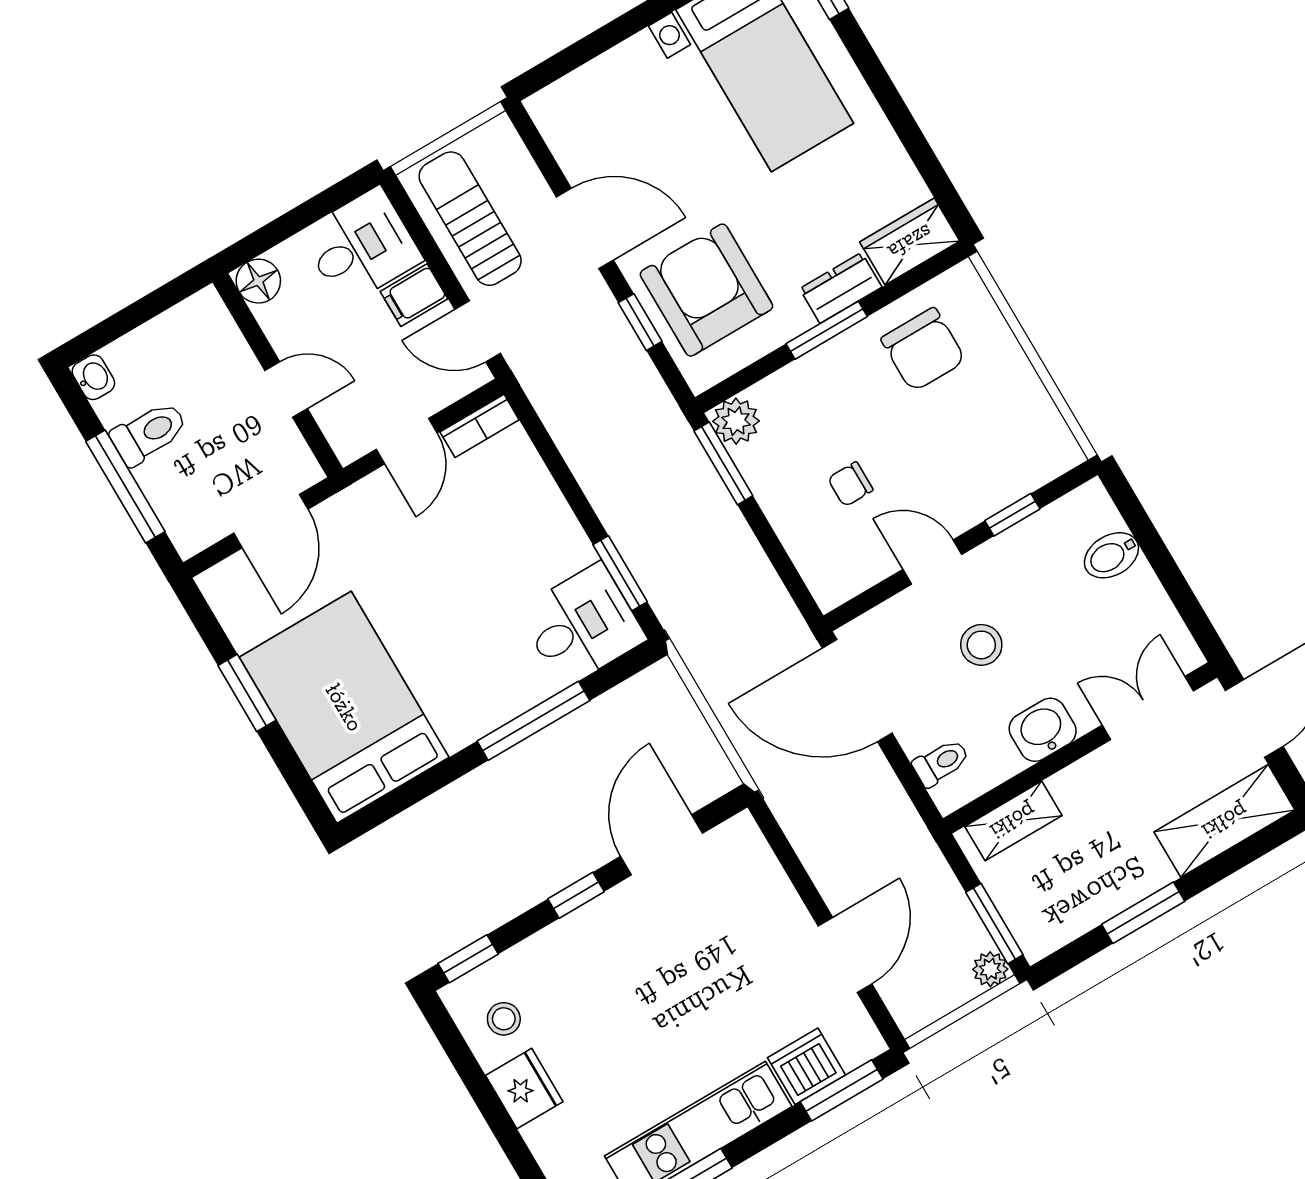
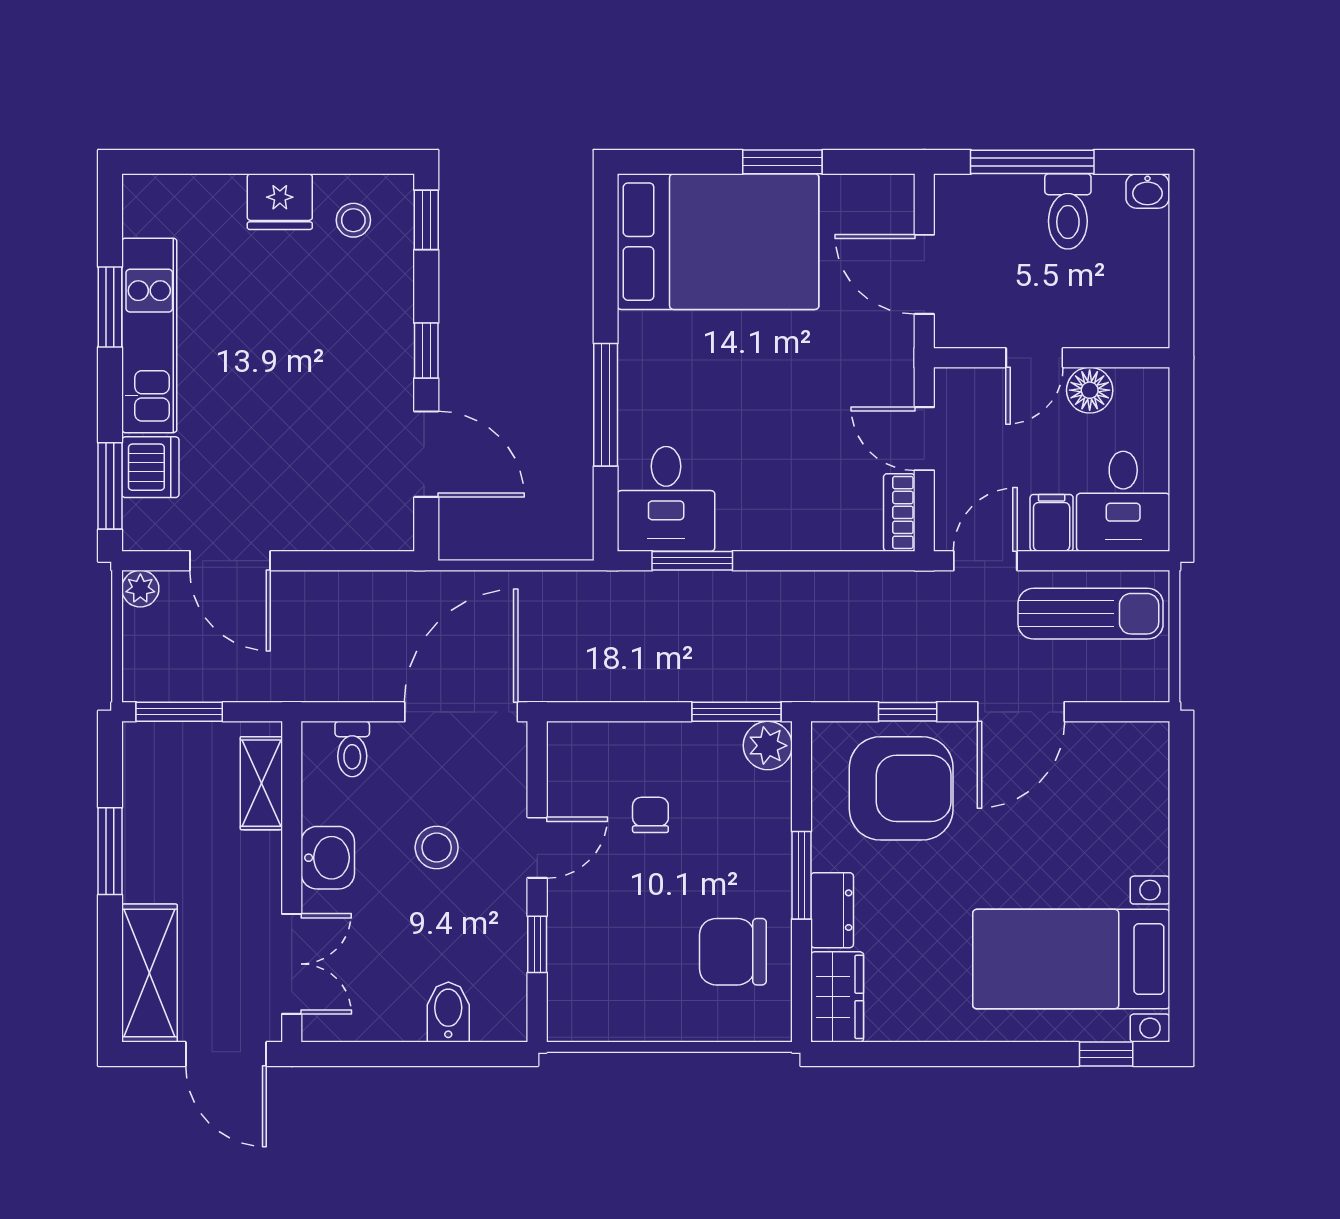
floor lamp: (258, 281) -> (1090, 390), moved
plant: (990, 969) -> (140, 589), moved

